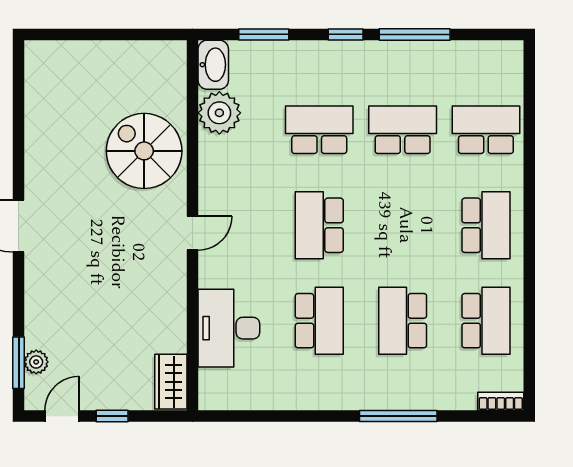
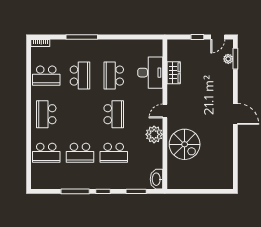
plant: (219, 113) -> (154, 134), moved
school desk: (486, 321) -> (46, 76), turned -90
wardrobe: (171, 382) -> (174, 73), moved

